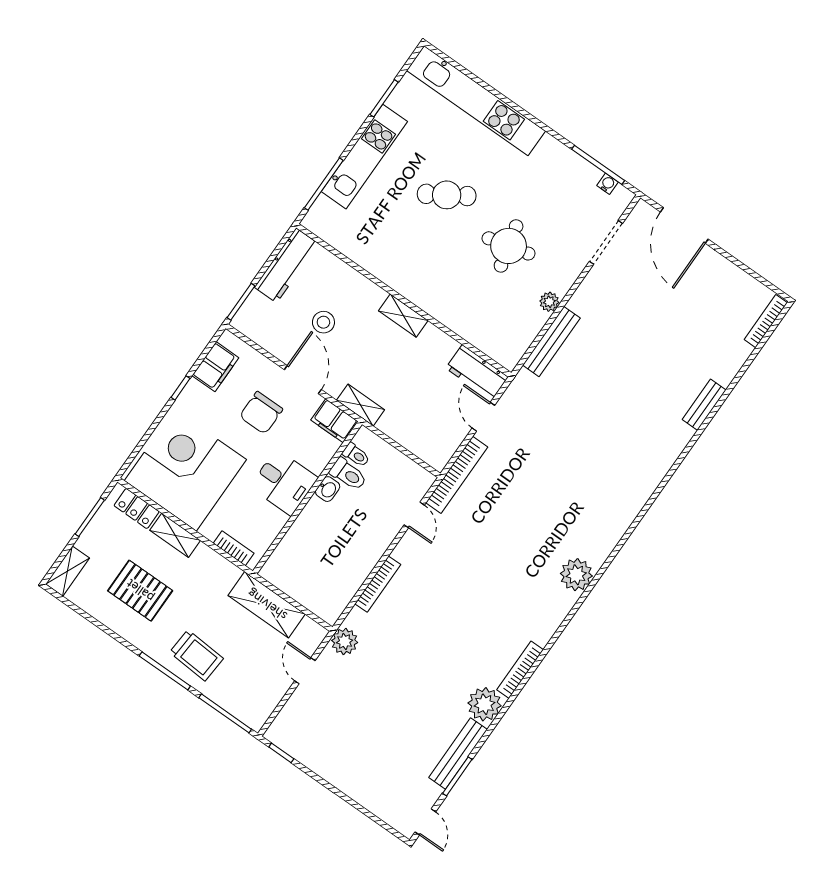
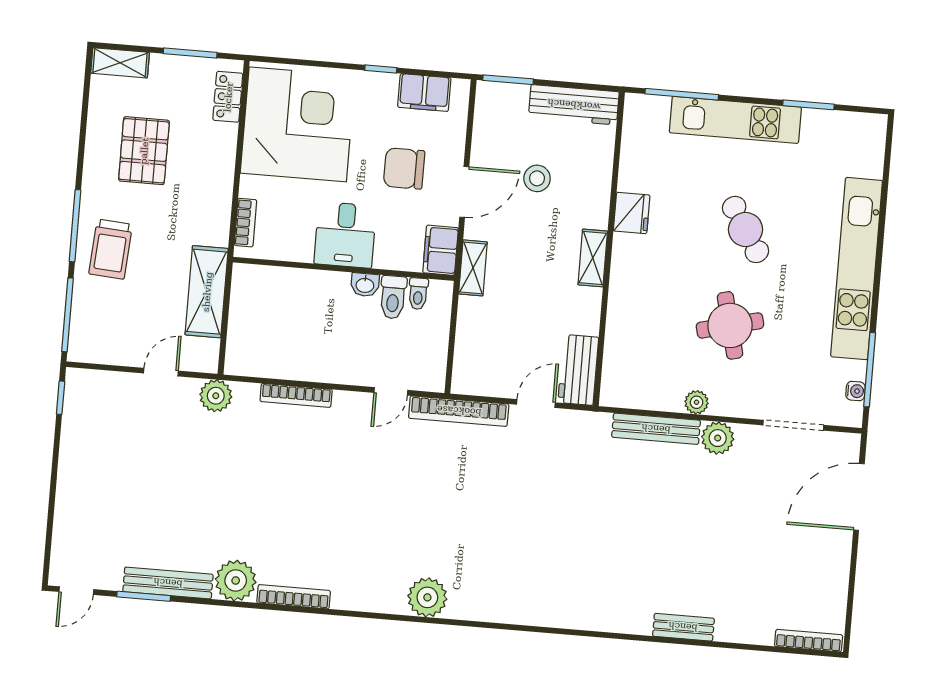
kitchen unit: (476, 101) -> (857, 269), moved
fridge: (387, 269) -> (632, 213), added
plant: (584, 302) -> (718, 438), added
shelving: (175, 535) -> (223, 153), removed

